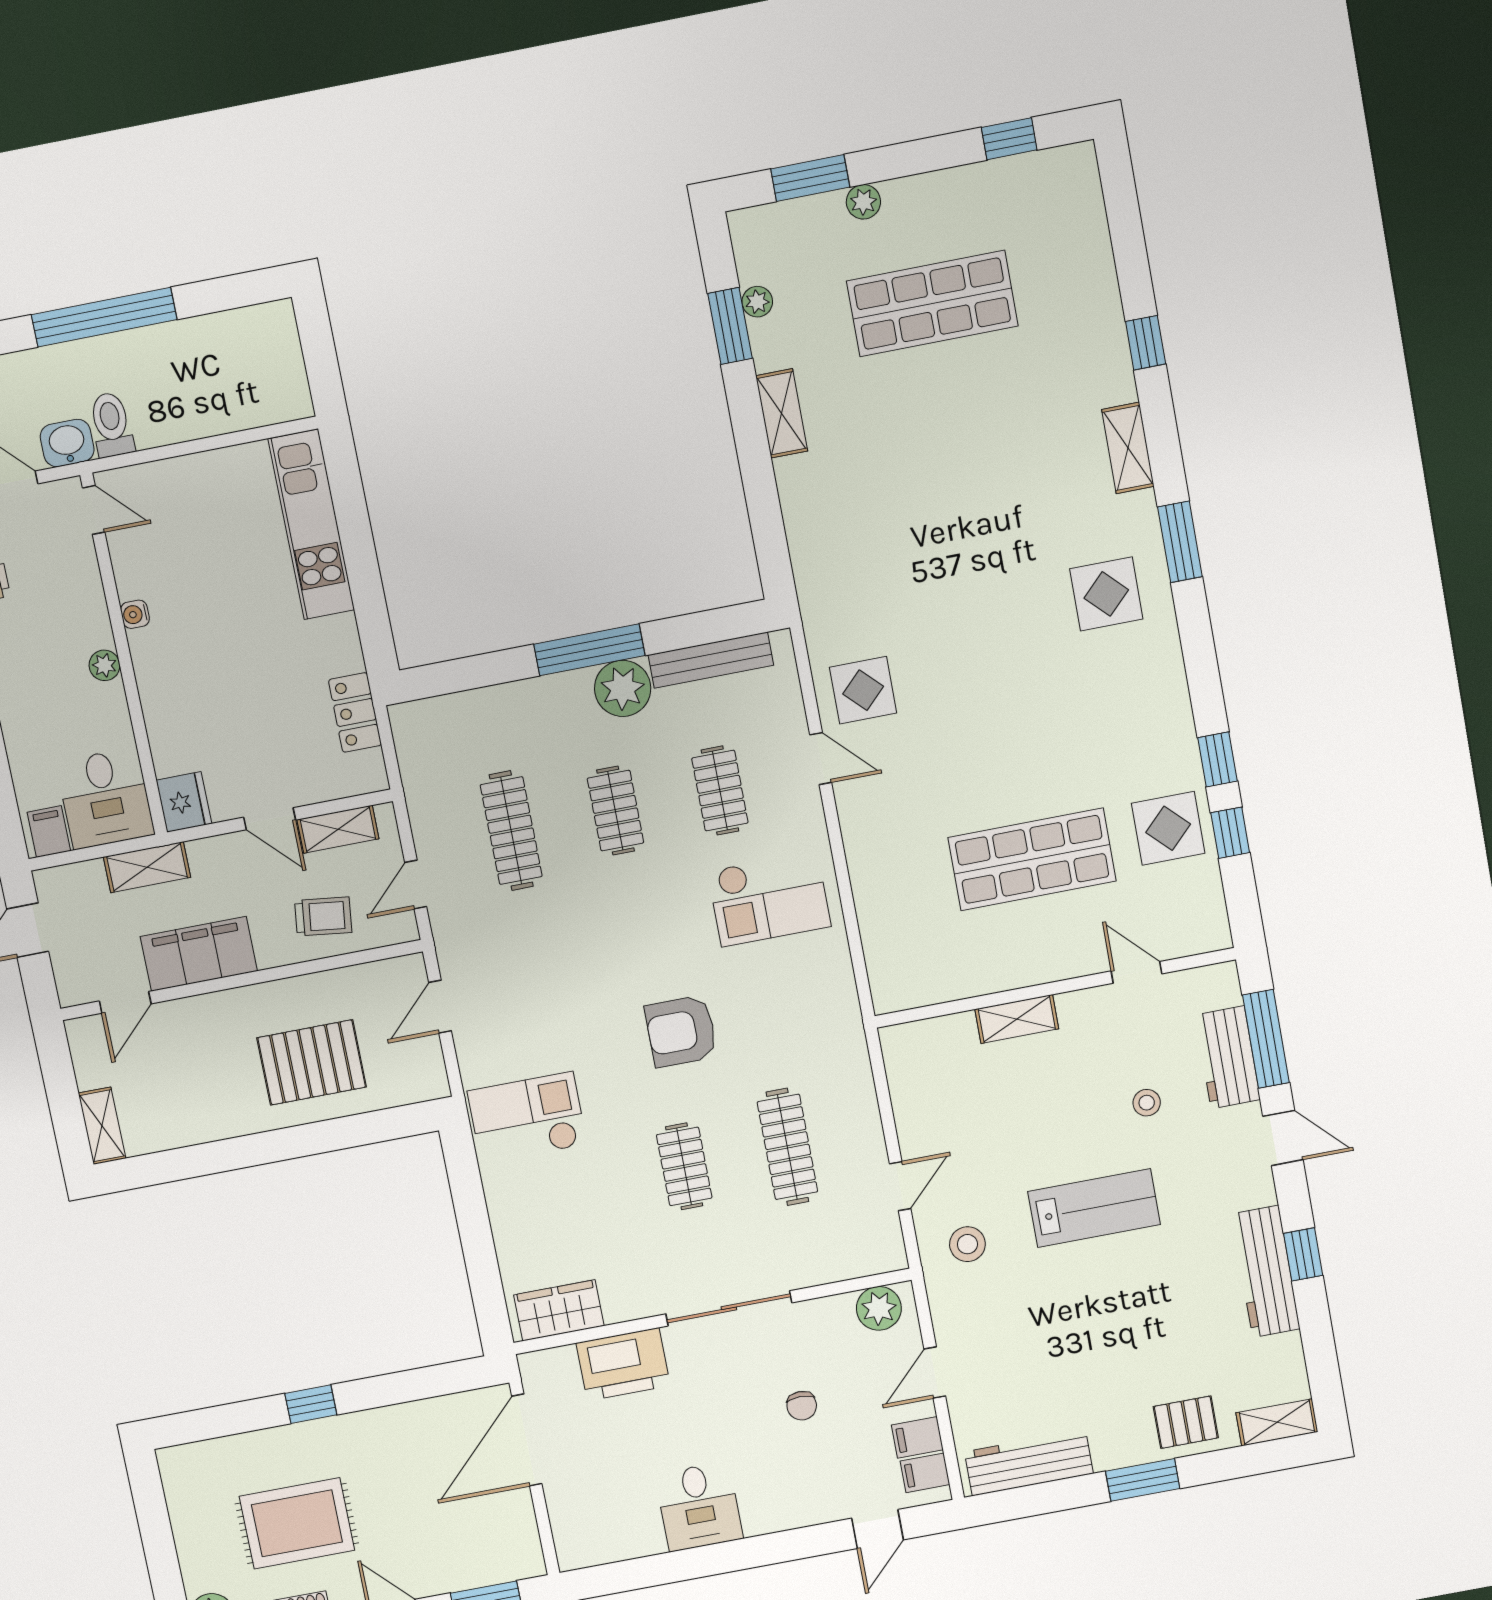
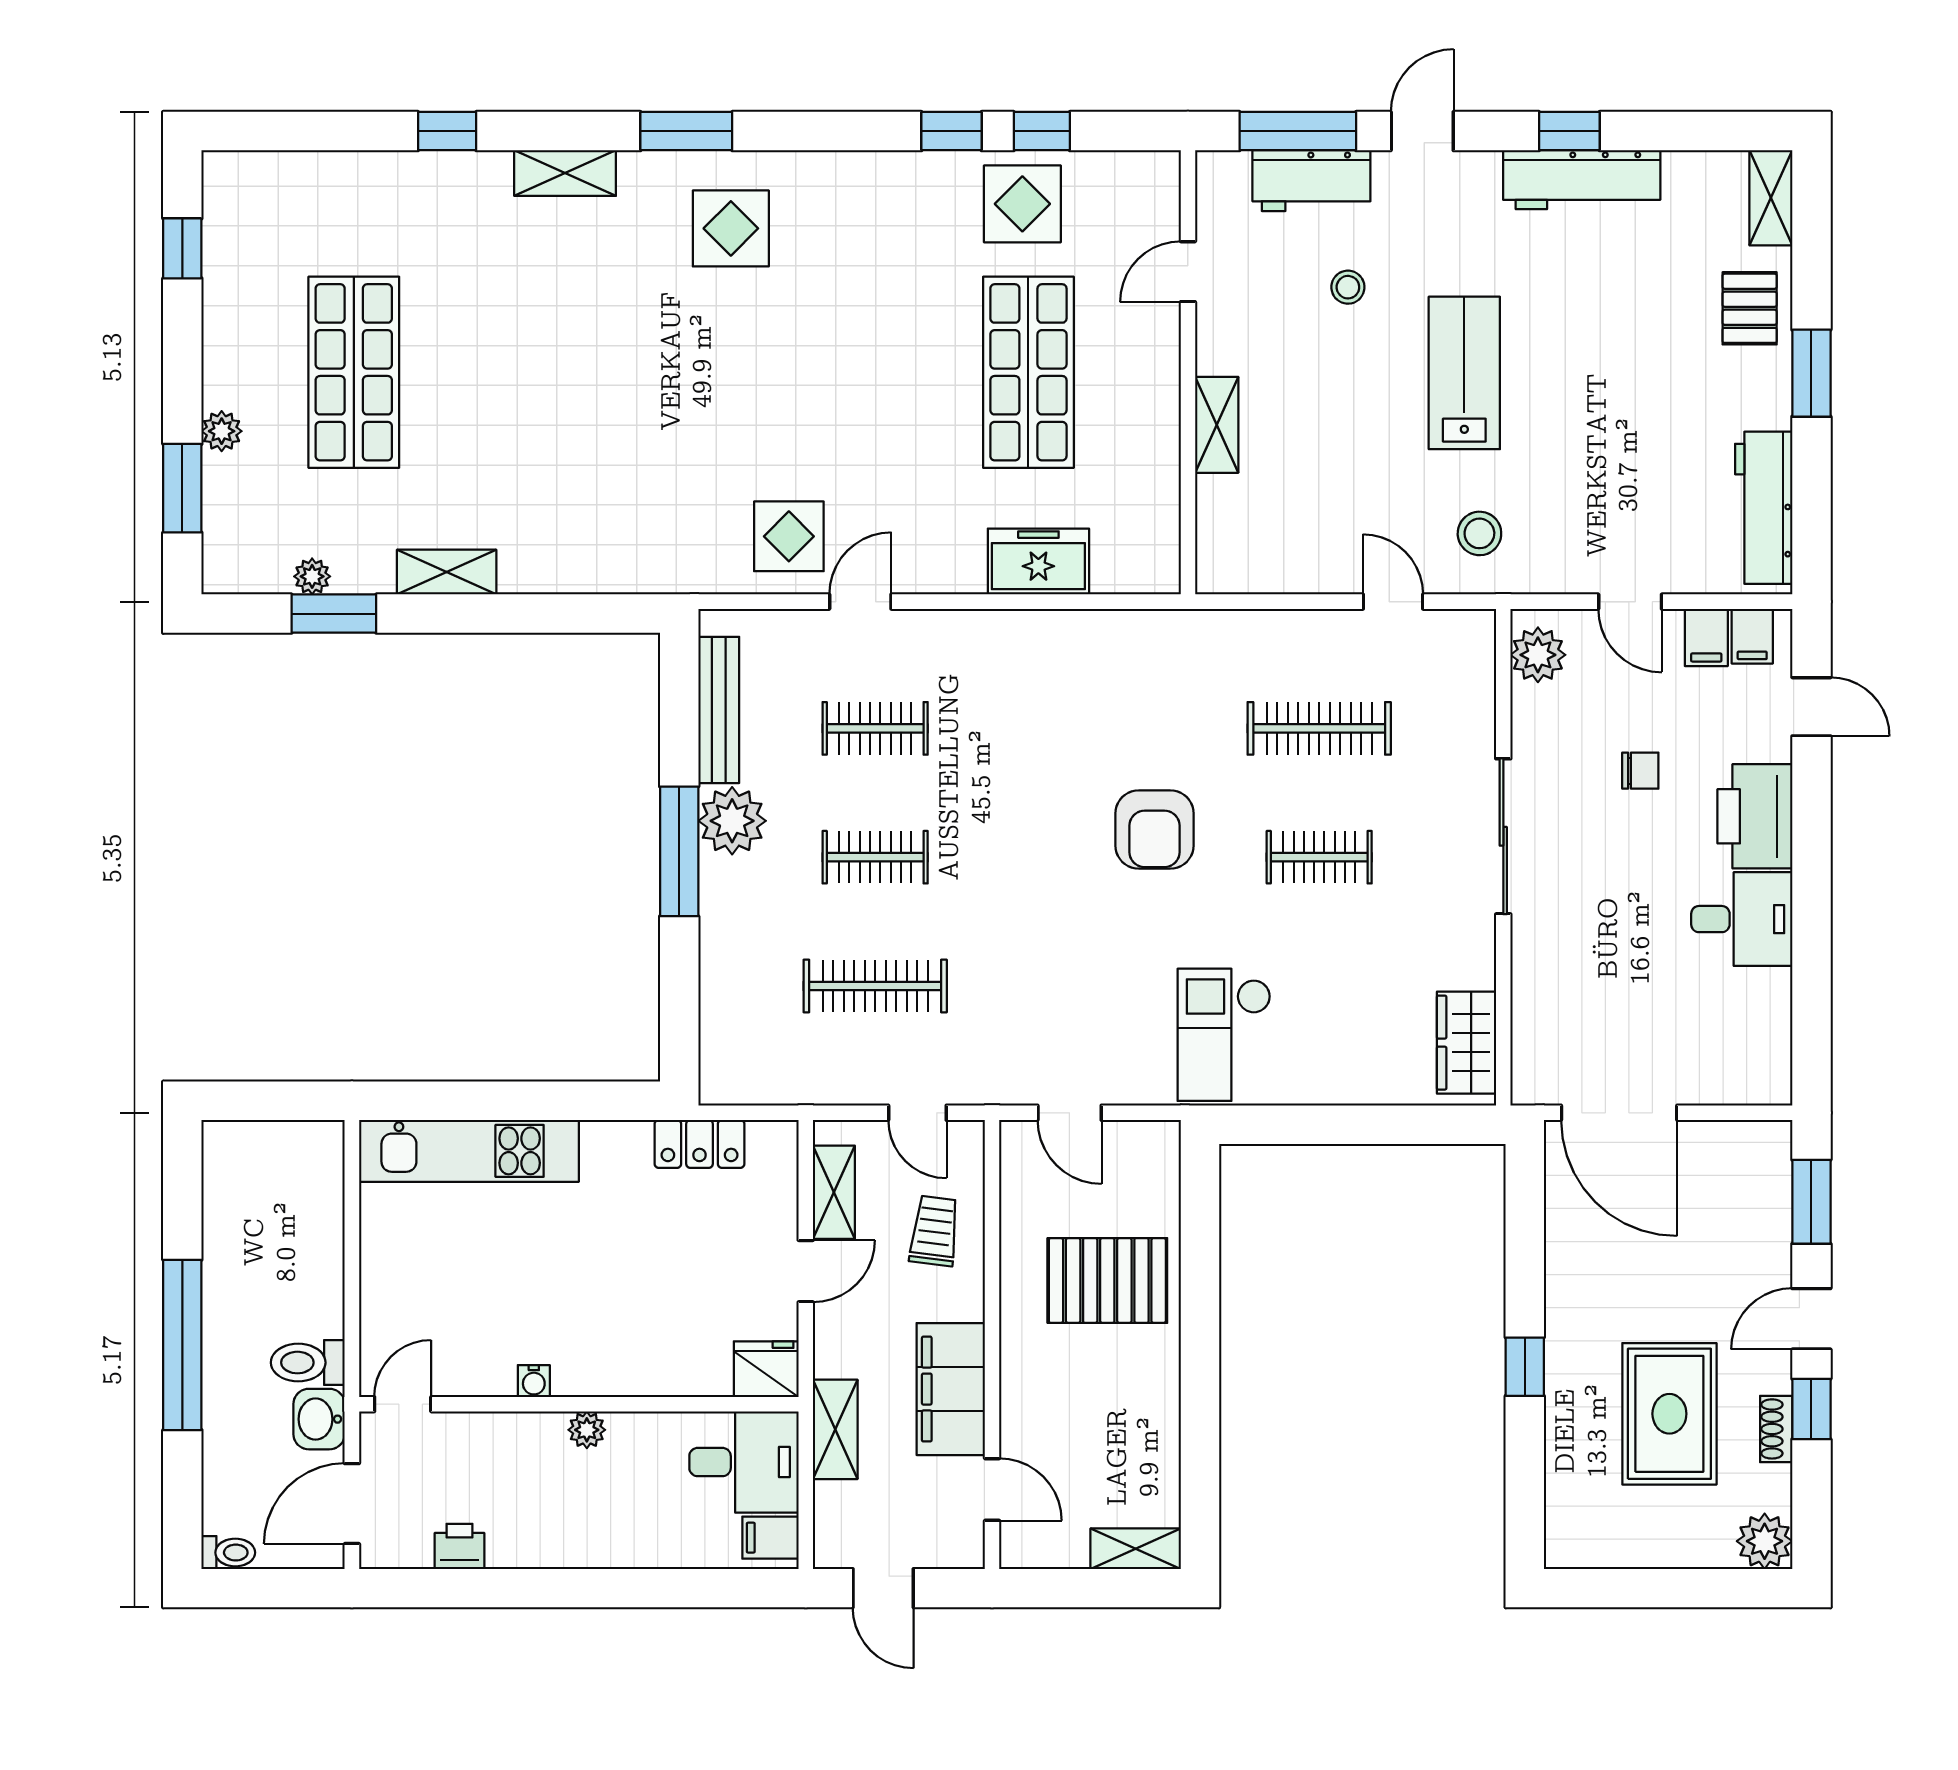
freezer: (880, 897) -> (1038, 562), added
checkout: (769, 899) -> (1015, 694), removed
pallet: (312, 1062) -> (1107, 1280), turned 90
printer: (623, 1364) -> (1755, 816), moved, turned 180

